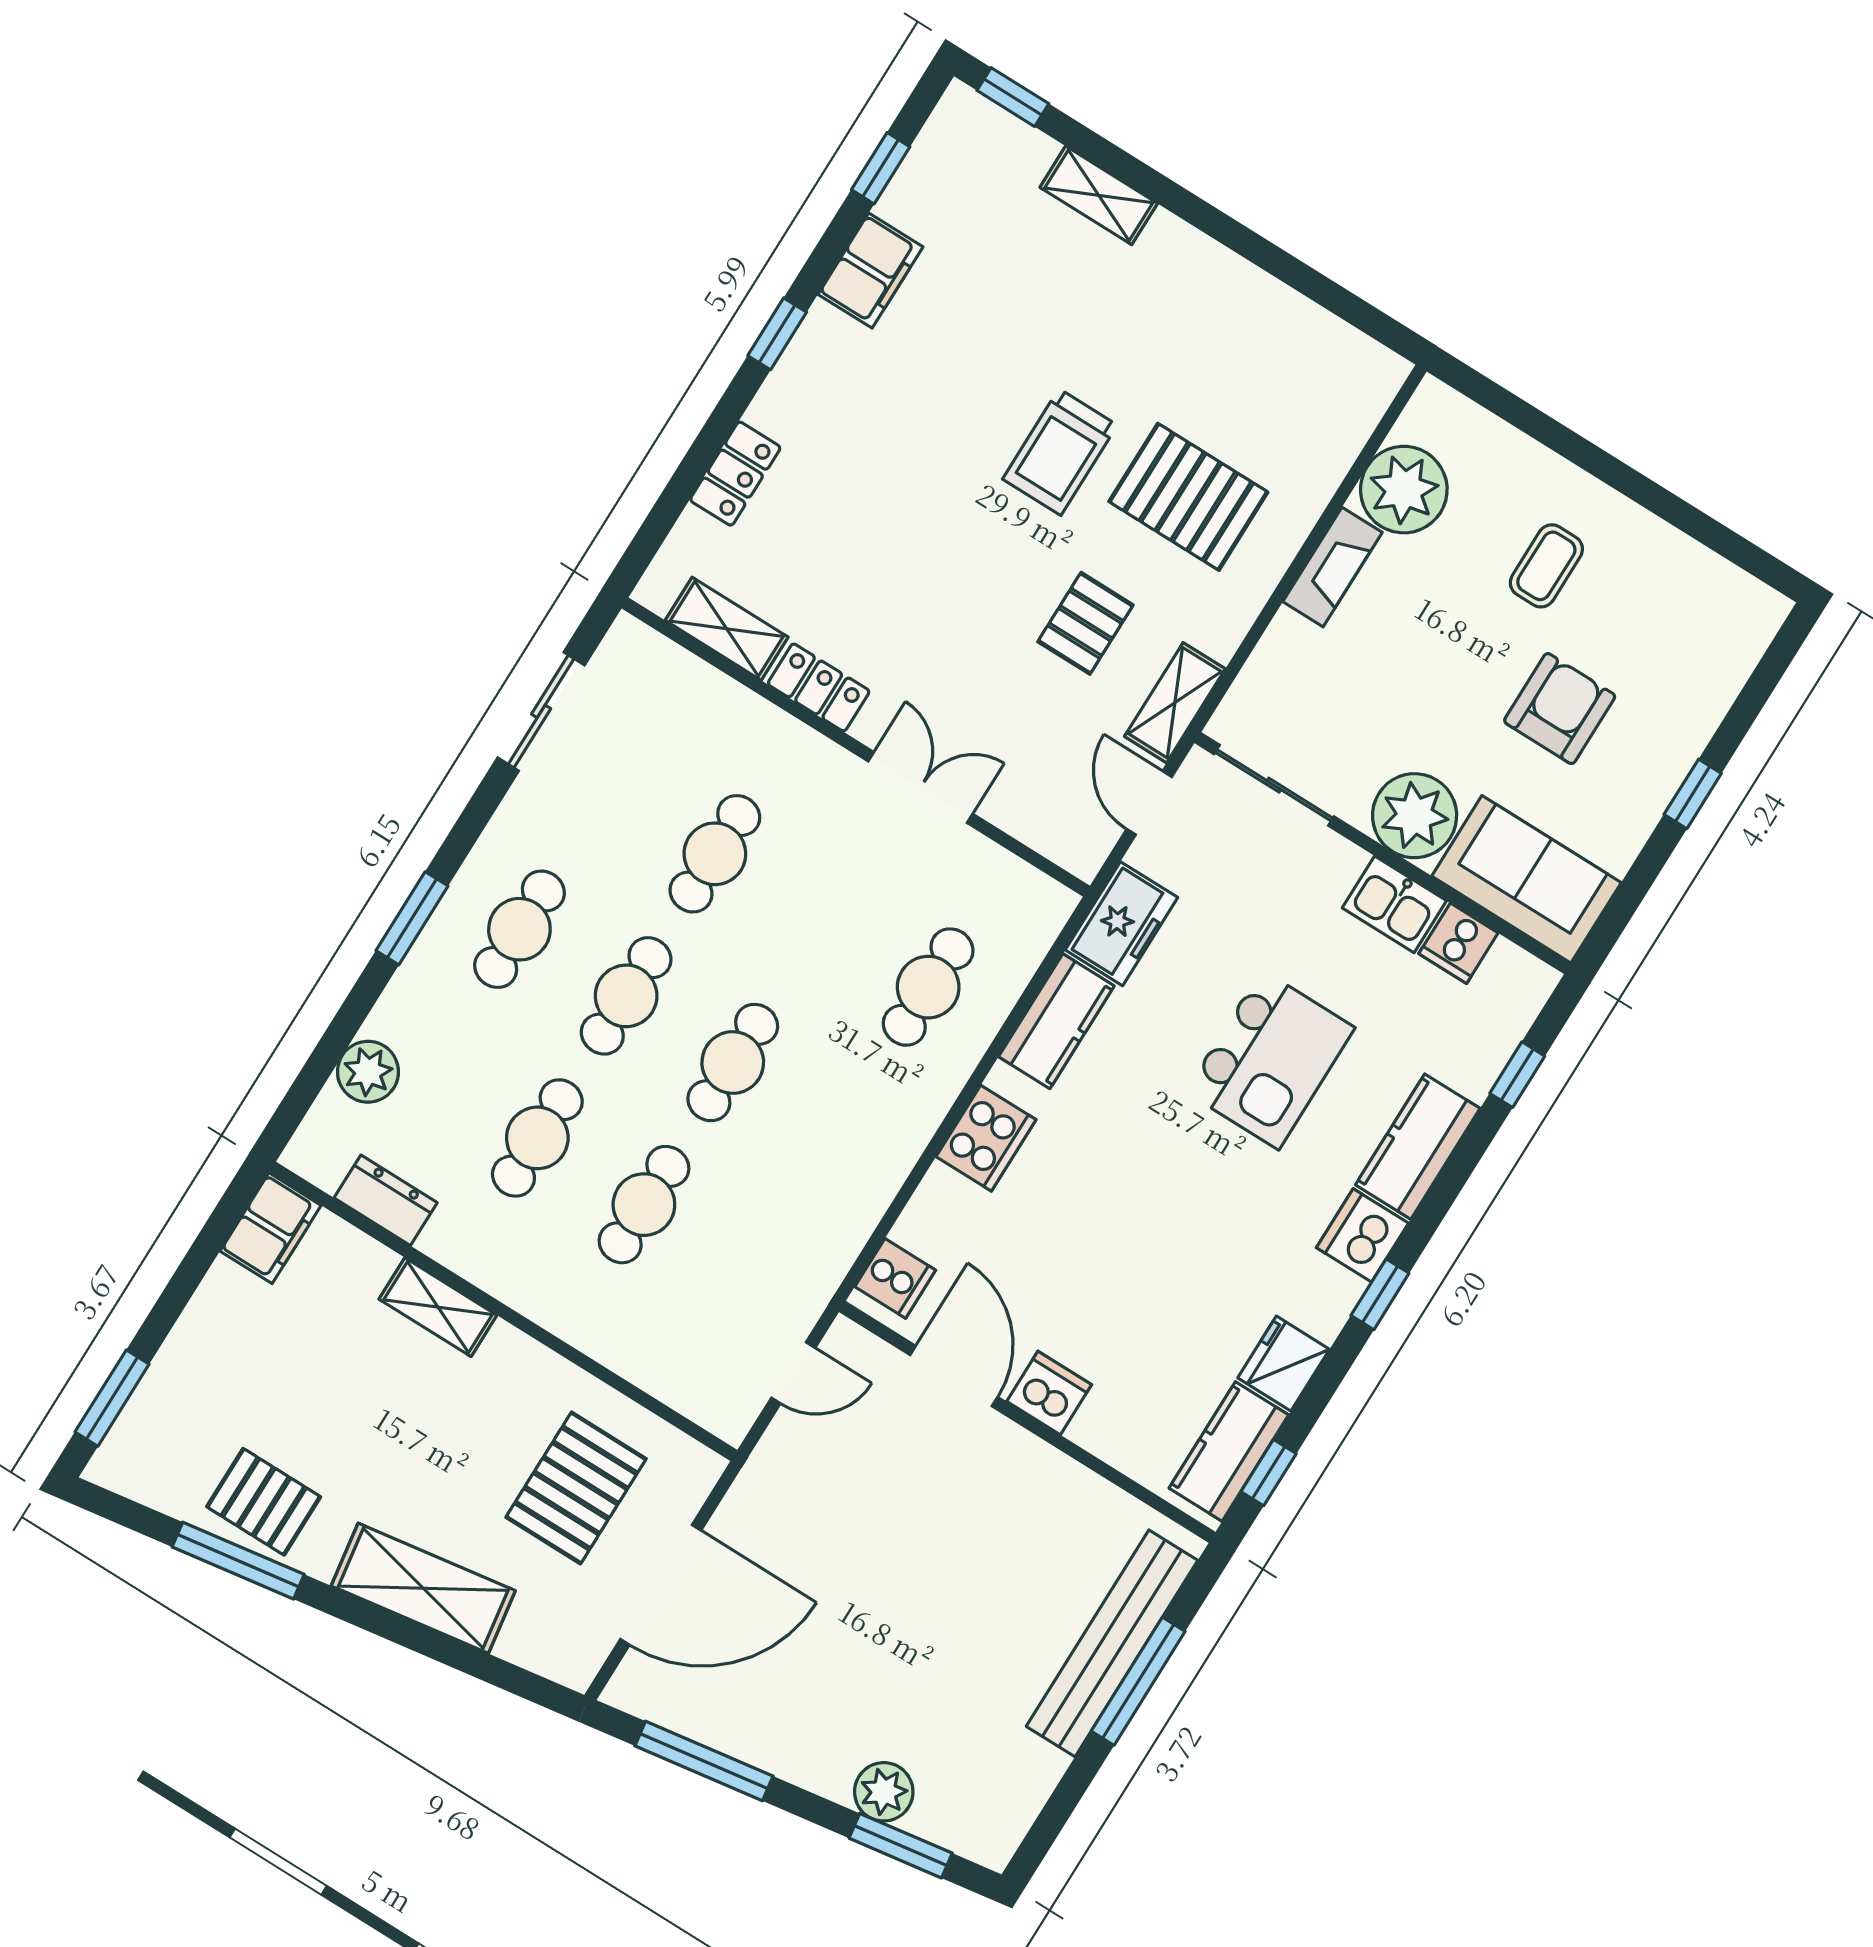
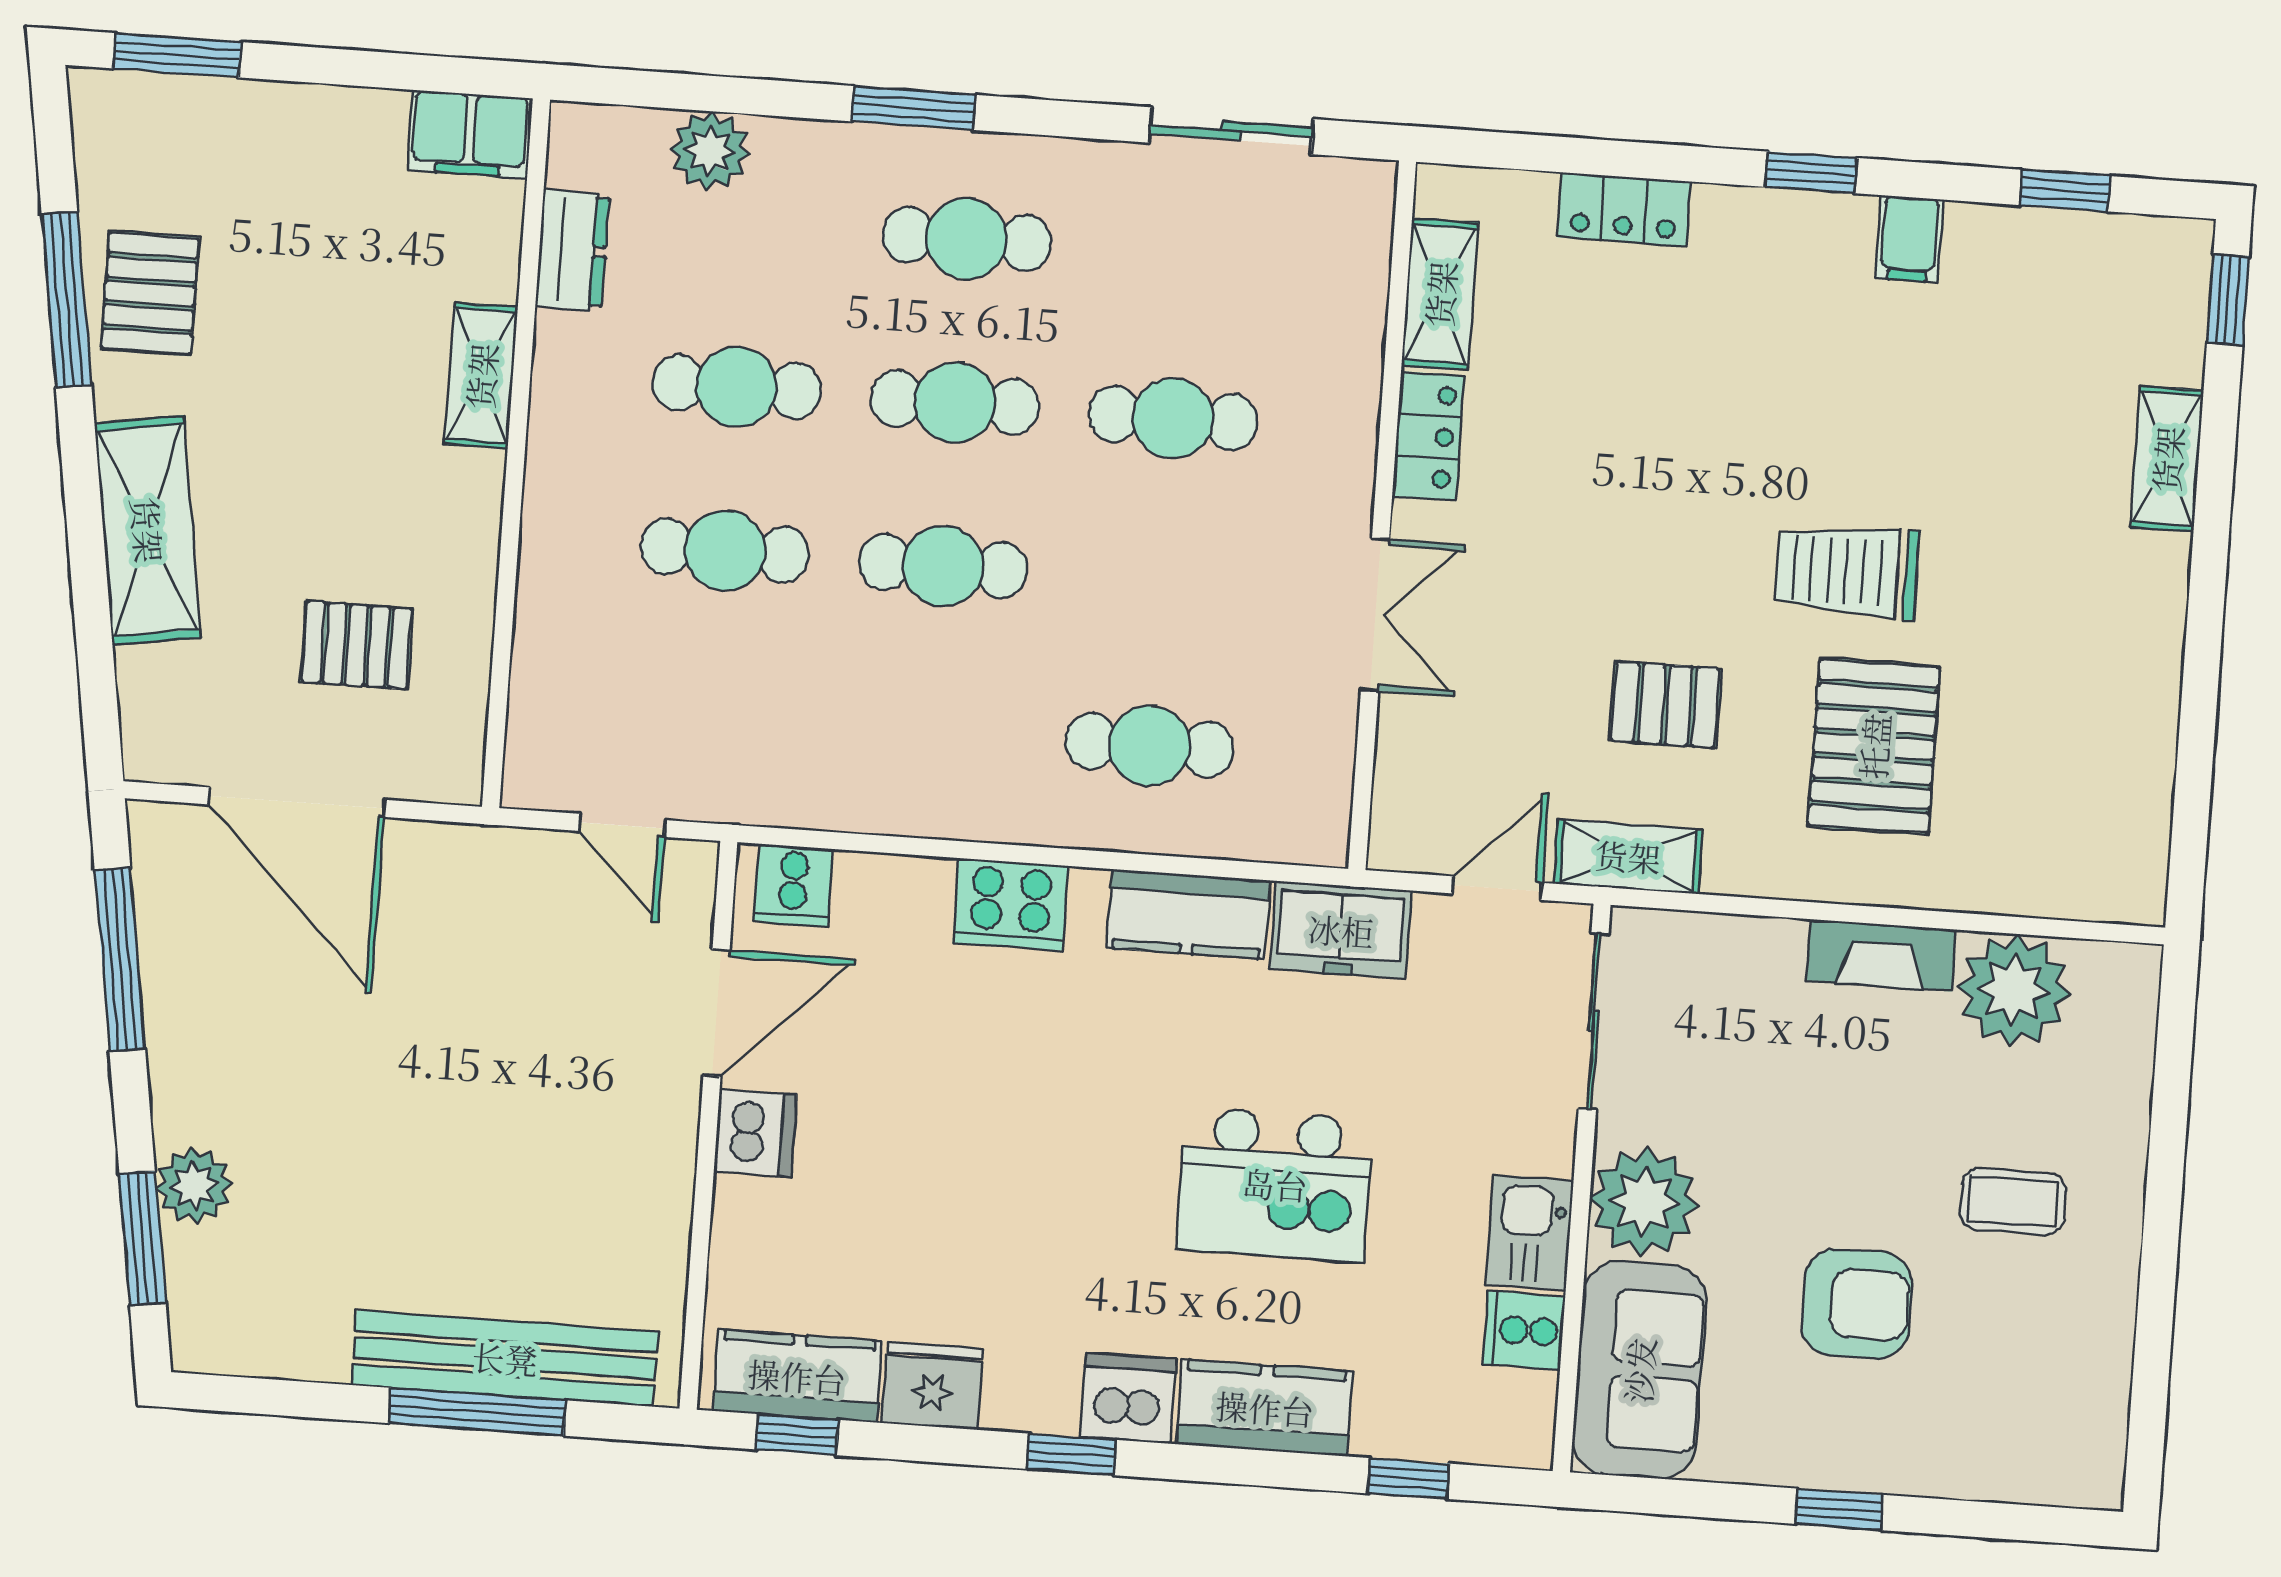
filing cabinet: (870, 271) -> (1910, 239), width x0.50
pallet: (576, 1488) -> (357, 645), width x0.67, depth x0.71

